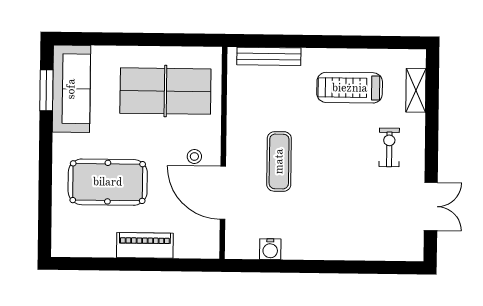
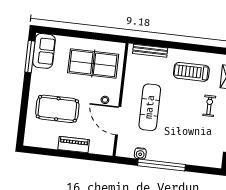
sofa: (71, 89) -> (44, 51), width x0.73
window: (46, 90) -> (30, 57), width x1.44
exercise mat: (279, 161) -> (150, 107), width x1.36, depth x1.45
window: (312, 267) -> (161, 165), added

